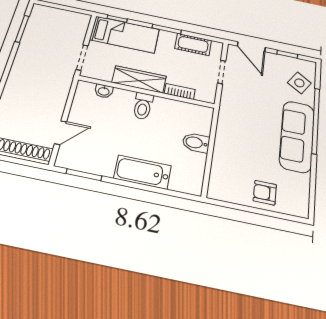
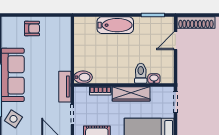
toilet: (143, 106) -> (141, 73), moved
tv unit: (227, 107) -> (65, 87), added
bidet: (196, 143) -> (83, 77), moved

